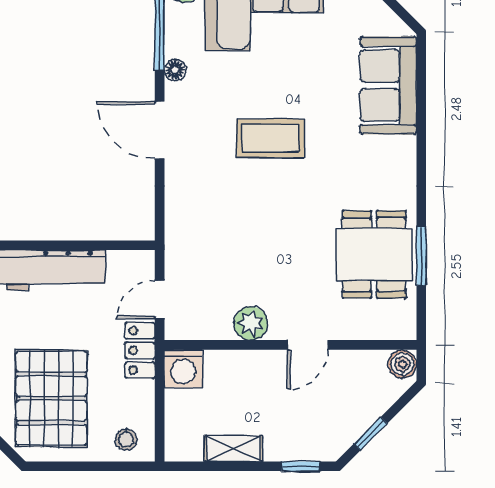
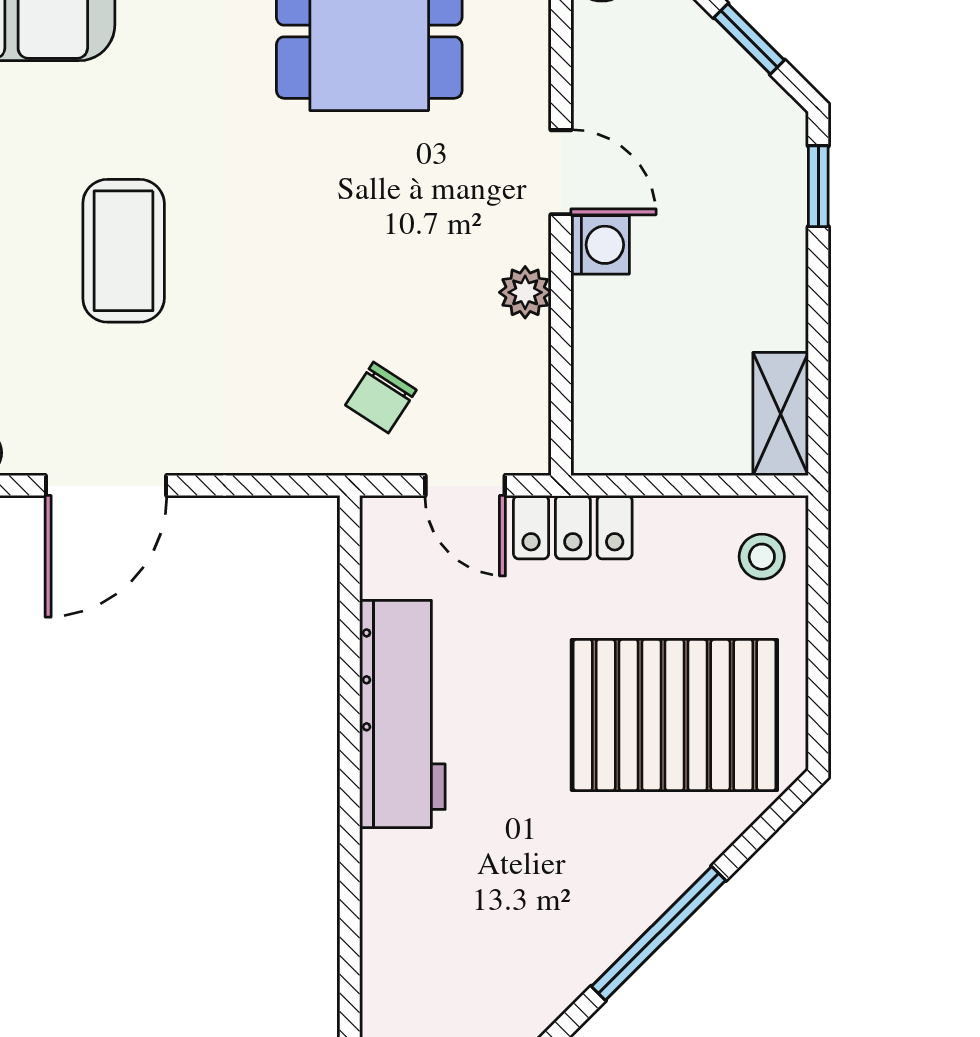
chair: (201, 260) -> (381, 398), added
plant: (251, 323) -> (525, 292), width x0.73, depth x0.73
washing machine: (183, 369) -> (600, 245), moved, width x0.73, depth x0.73
shelving: (234, 449) -> (781, 414), moved

